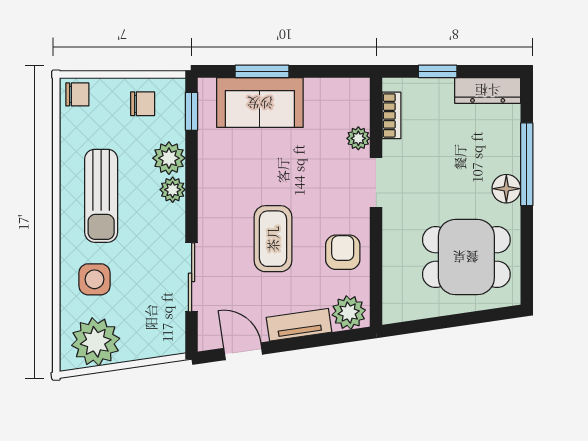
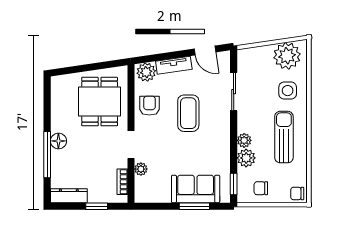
armchair: (343, 252) -> (149, 106), turned 180
dining table: (466, 257) -> (100, 102), moved, turned 90

